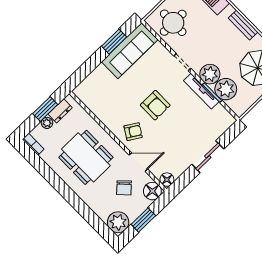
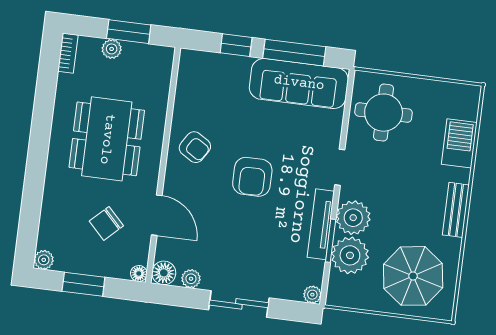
window: (114, 42) -> (294, 53), width x1.44
window: (90, 65) -> (236, 45), added
dresser: (60, 111) -> (142, 54), removed
plant: (230, 120) -> (312, 295), added
armchair: (133, 132) -> (195, 147), moved
plant: (179, 169) -> (191, 279), added
floor lamp: (152, 191) -> (139, 273), width x0.53, depth x0.53
plant: (118, 222) -> (44, 260), width x0.53, depth x0.53

